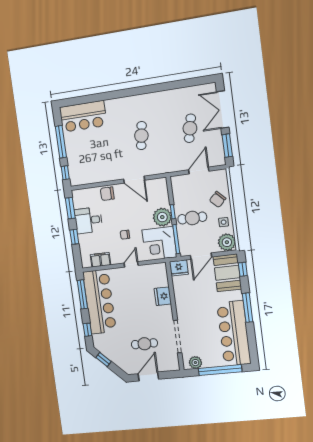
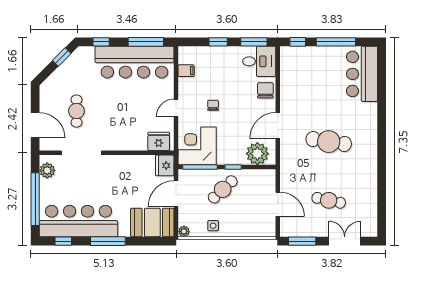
double door: (223, 110) -> (345, 241), width x0.73
cafe table: (141, 136) -> (329, 142), width x1.37, depth x1.35
chair: (218, 199) -> (241, 222), removed
plant: (162, 217) -> (257, 154), moved
cafe table: (192, 218) -> (223, 189), turned 47
desk: (88, 220) -> (259, 61), moved, turned 90
plant: (227, 242) -> (184, 231), width x0.53, depth x0.53
door: (201, 256) -> (176, 194), hinge flipped
filing cabinet: (101, 260) -> (186, 71), width x0.50
door: (131, 264) -> (176, 108), swing flipped
window: (243, 269) -> (63, 241), moved
fridge: (163, 296) -> (159, 141), moved
door: (148, 376) -> (35, 125), moved

